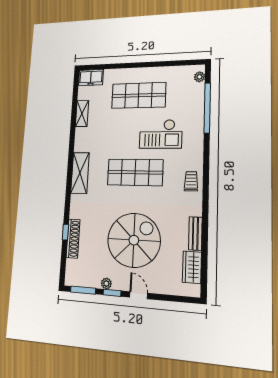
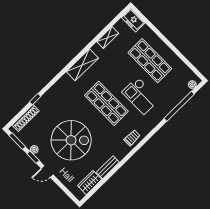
shelving: (80, 173) -> (82, 65), moved
shoe rack: (73, 239) -> (26, 118), moved
door: (139, 295) -> (47, 171), swing flipped

